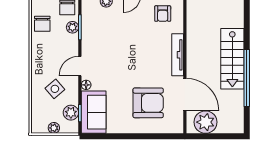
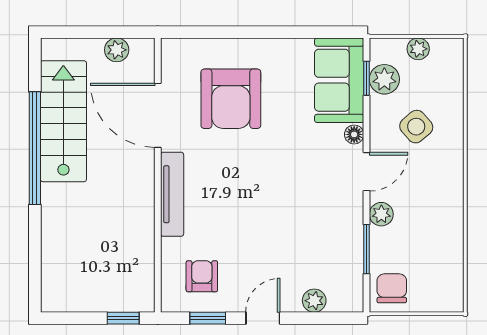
chair: (42, 24) -> (441, 256), removed
plant: (72, 27) -> (381, 214), moved
stairs: (232, 59) -> (63, 121), moved
armchair: (148, 103) -> (231, 99), turned -90
plant: (206, 122) -> (117, 50), width x0.53, depth x0.53

